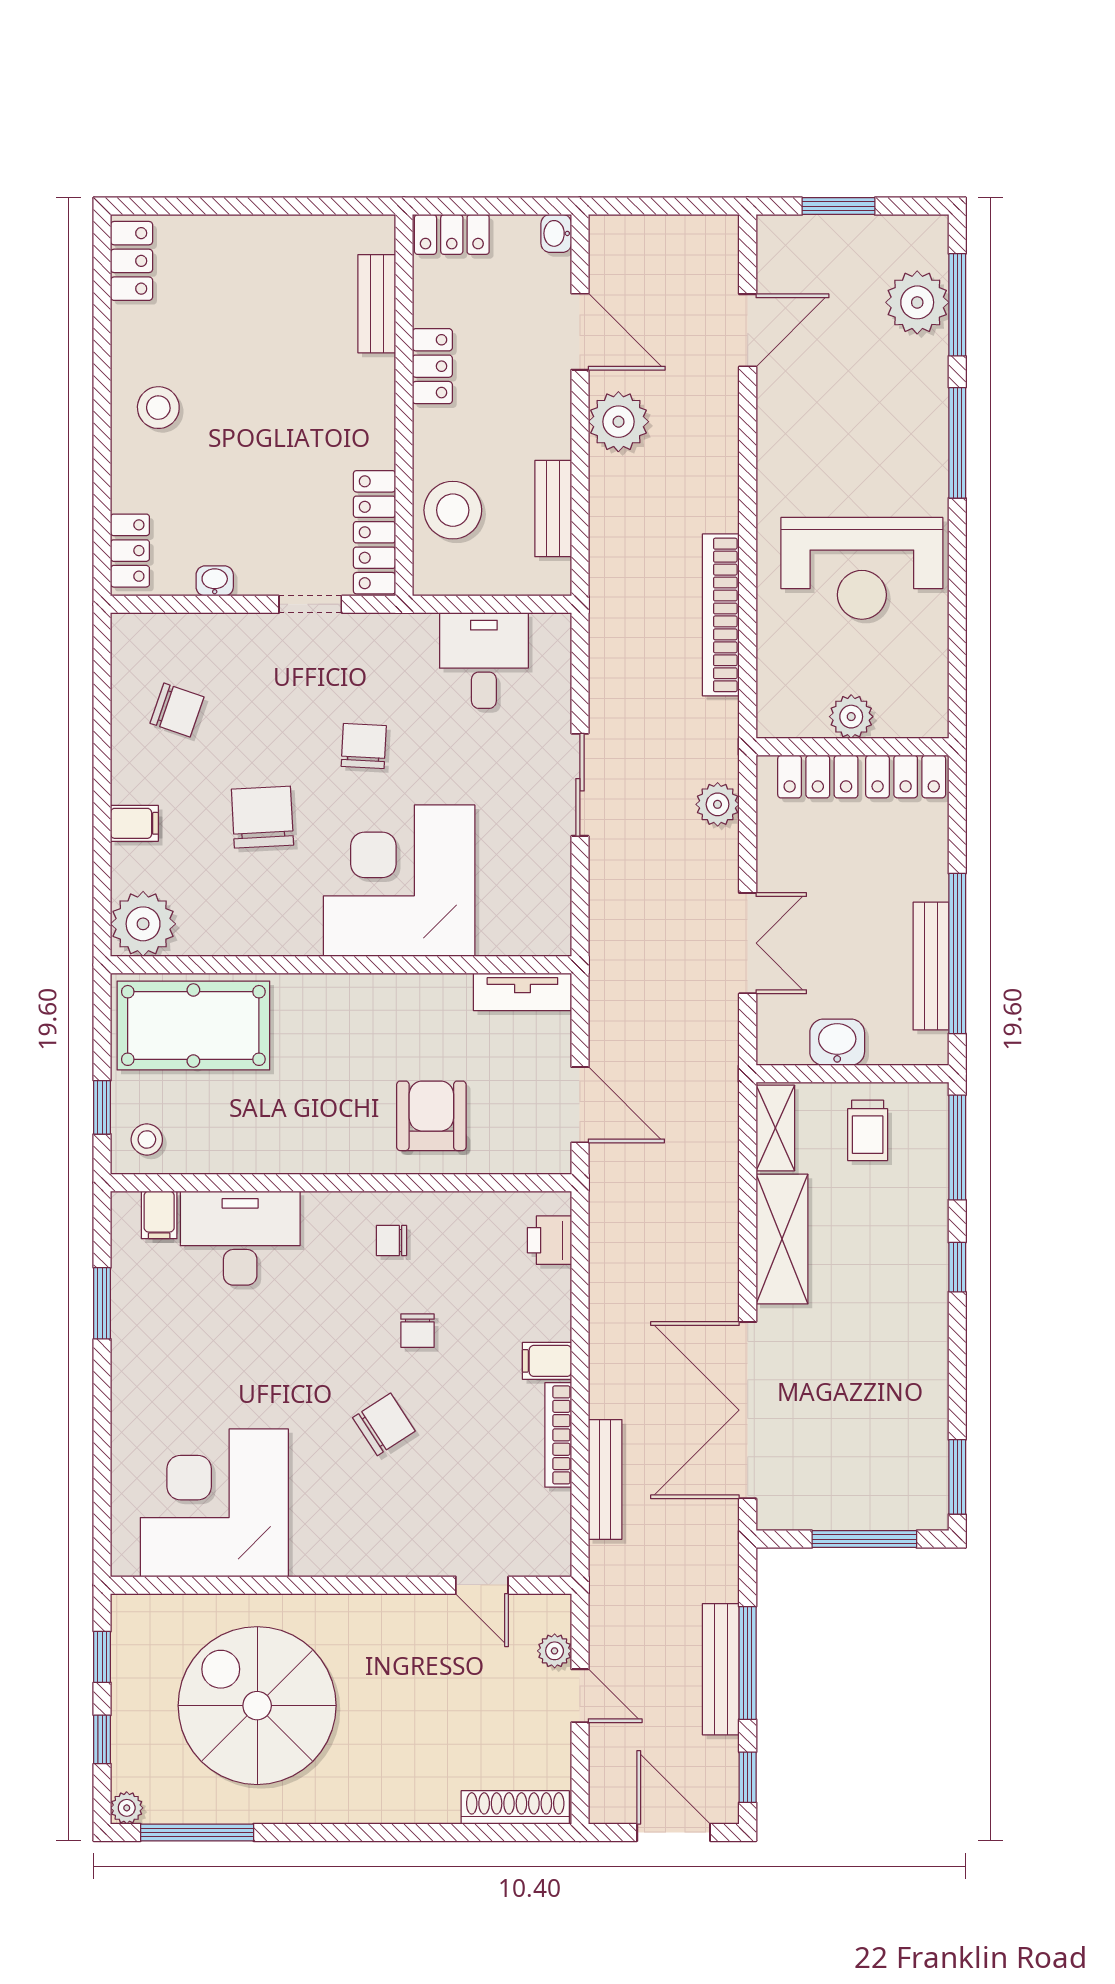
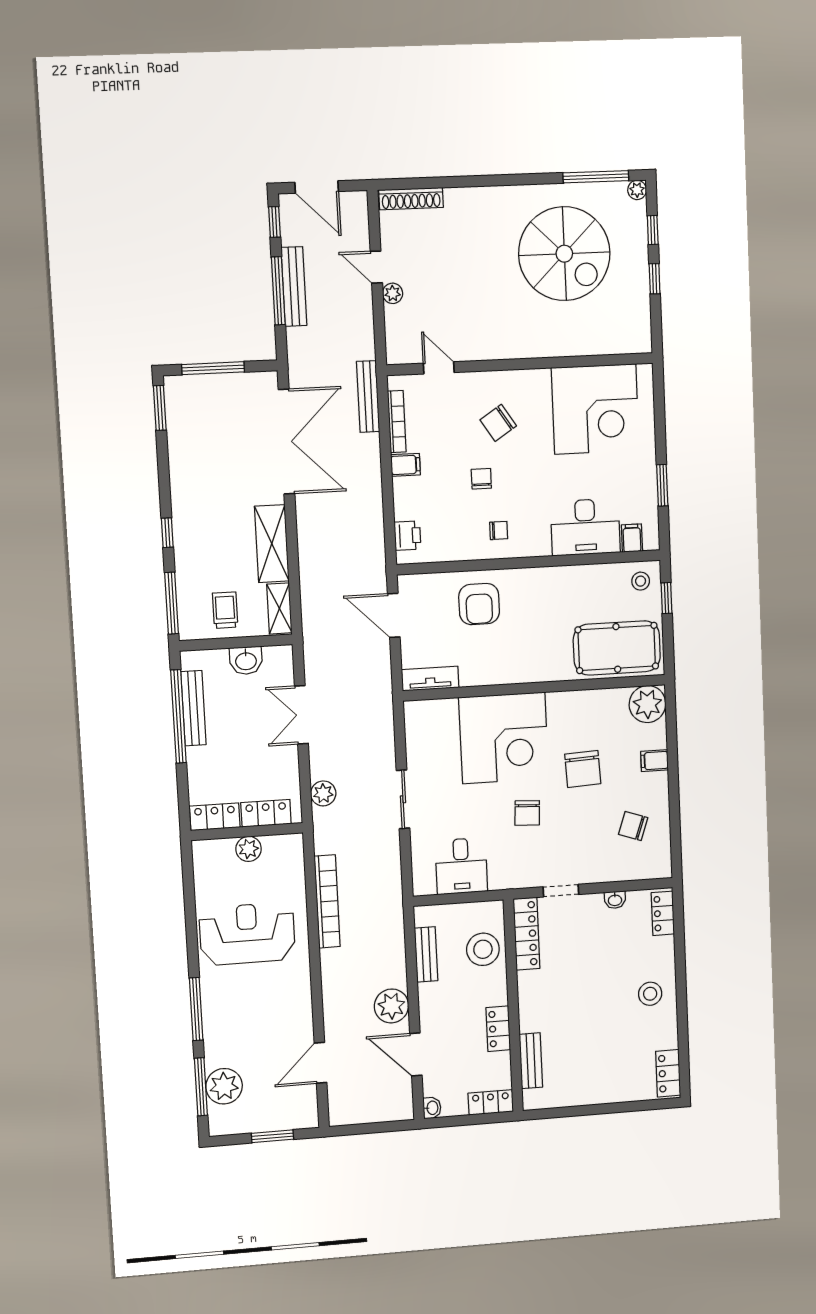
corner desk: (214, 1503) -> (595, 409), moved
wall: (341, 1585) -> (520, 364), moved
door: (482, 1585) -> (439, 368), moved

